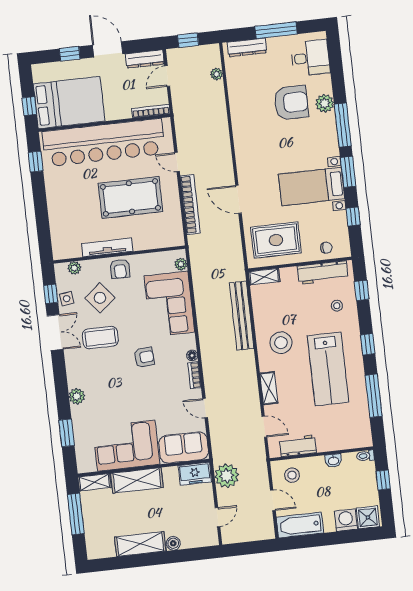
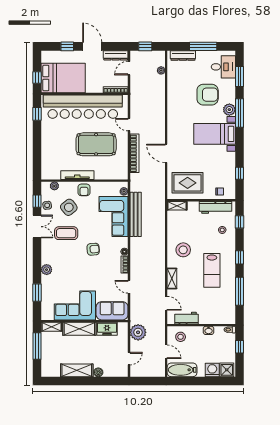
plant: (325, 103) -> (229, 110), moved
window: (348, 172) -> (239, 77), moved
bed with nightstands: (312, 186) -> (215, 134), moved
bench: (242, 316) -> (136, 214), moved
lab bench: (328, 369) -> (212, 270), width x0.73, depth x0.72
freezer: (195, 474) -> (107, 329), moved

